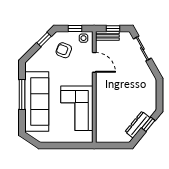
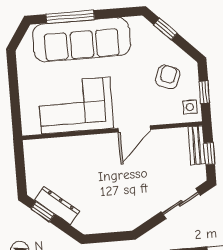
window: (44, 40) -> (165, 29), moved
door: (94, 62) -> (134, 129), moved
window: (22, 94) -> (70, 17), moved
window: (148, 124) -> (43, 212), moved

